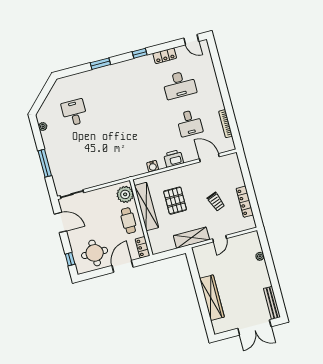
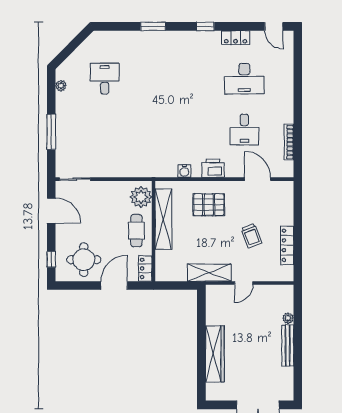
pallet: (175, 201) -> (209, 205), moved, turned 90
bench: (272, 303) -> (288, 346), moved

